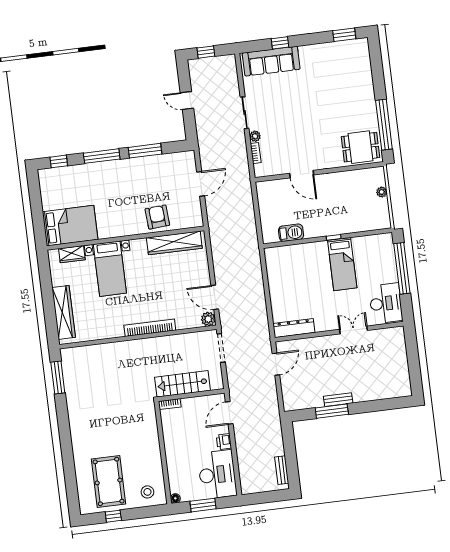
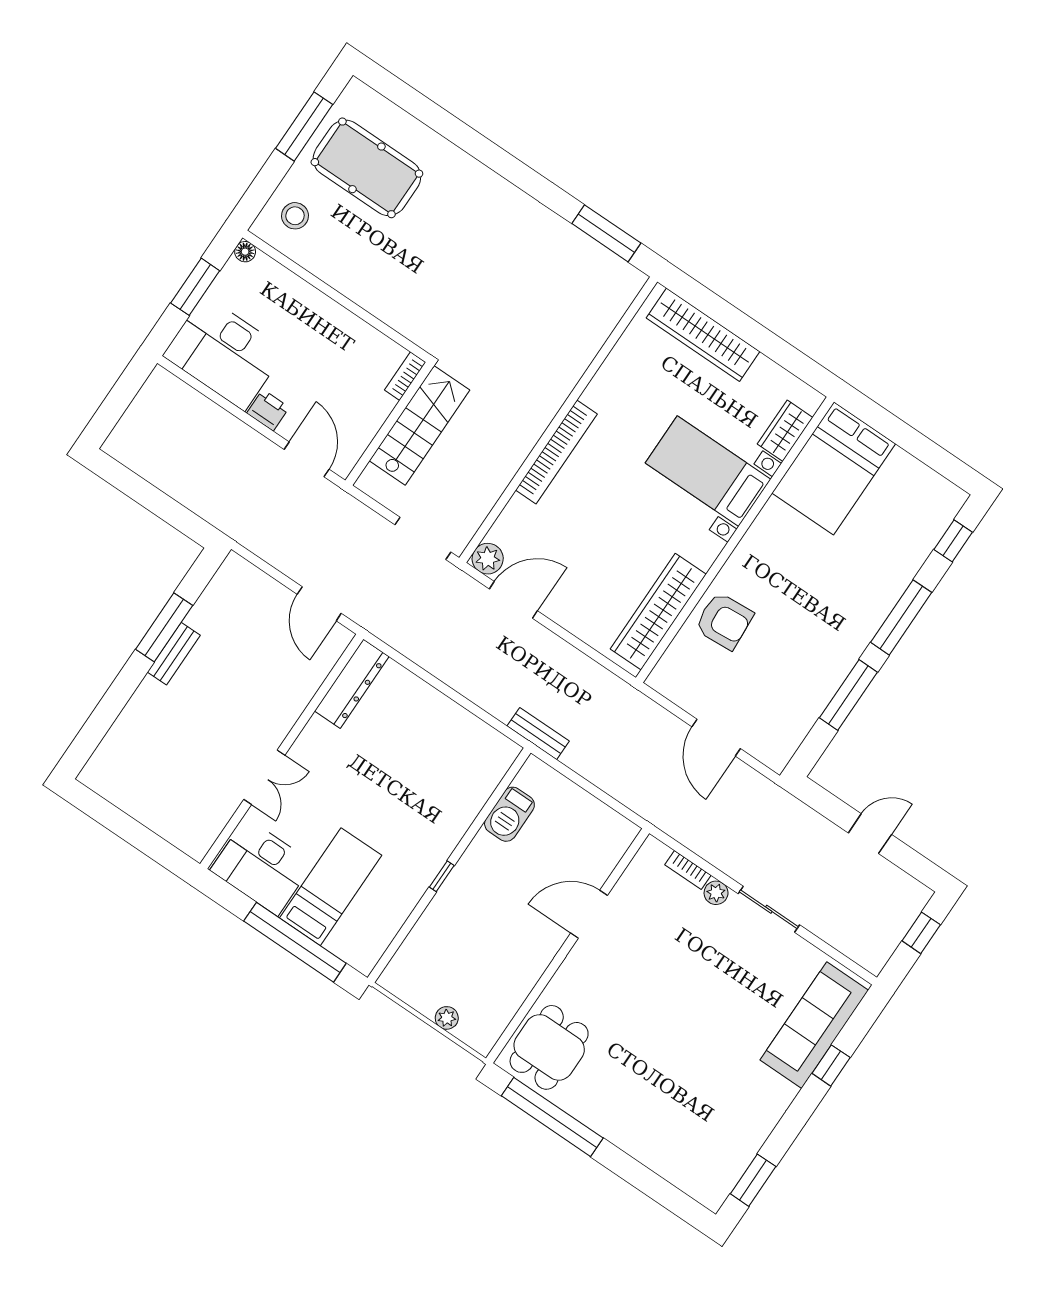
bed: (342, 264) -> (331, 887), moved, turned 90
bench: (282, 470) -> (538, 734), moved
window: (113, 516) -> (304, 126), width x2.17

